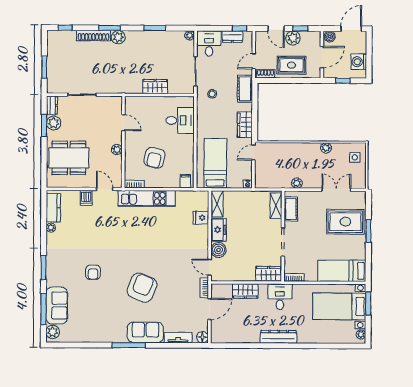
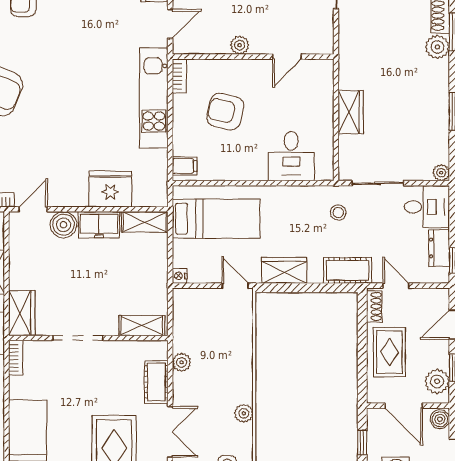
plant: (293, 38) -> (437, 381), moved
cot: (291, 209) -> (156, 382), moved, turned 90
fridge: (201, 218) -> (110, 189), width x1.88, depth x1.34

